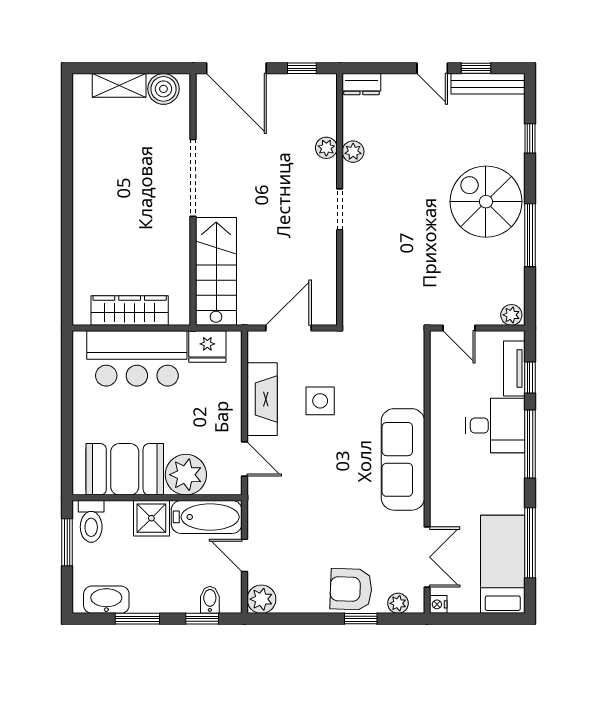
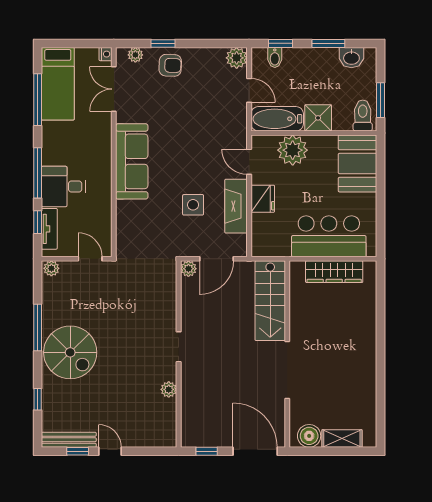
dresser: (361, 84) -> (162, 439), removed
plant: (326, 148) -> (188, 269), moved
fridge: (207, 346) -> (263, 199), moved, turned 90
booth: (125, 469) -> (358, 163), moved, turned 90
armchair: (351, 589) -> (170, 65), width x0.72, depth x0.72
washbasin: (106, 600) -> (351, 58), width x0.72

